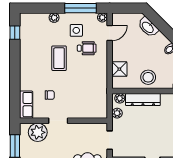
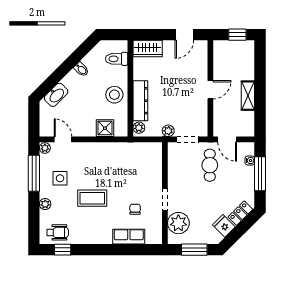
wheelchair: (87, 48) -> (58, 232), moved, turned 90
row of seats: (26, 105) -> (129, 237), moved
plant: (117, 113) -> (168, 131), moved

